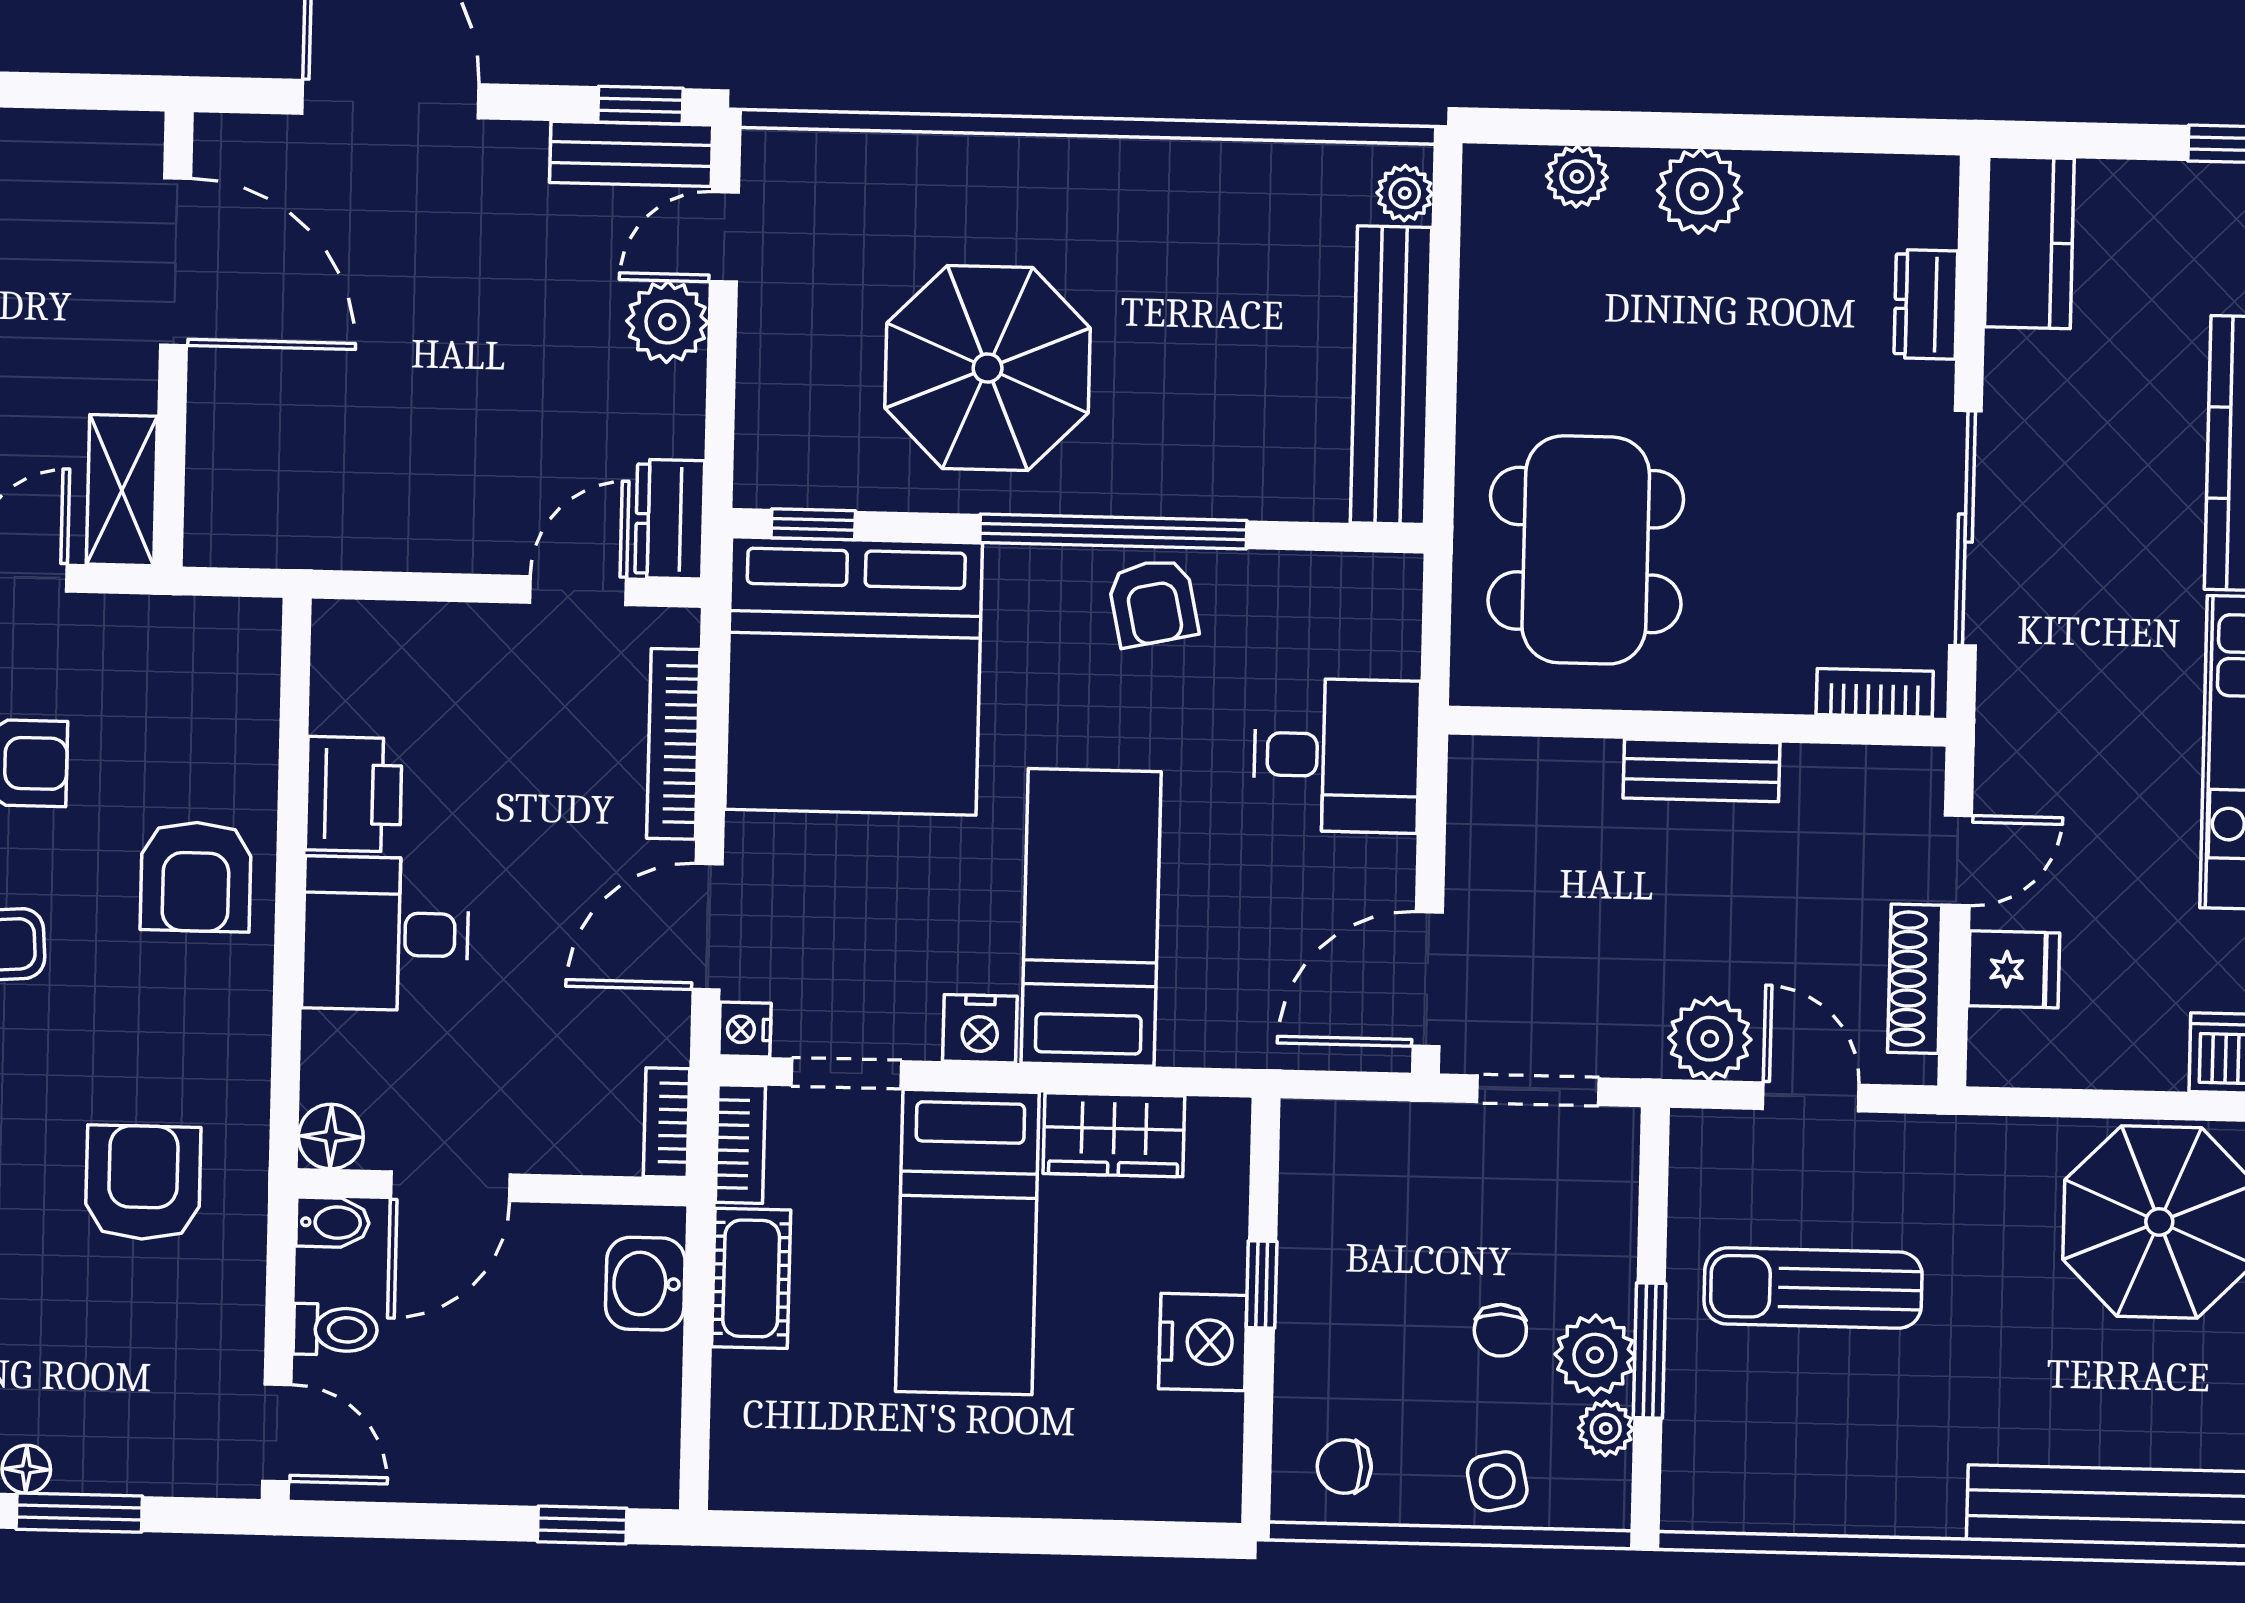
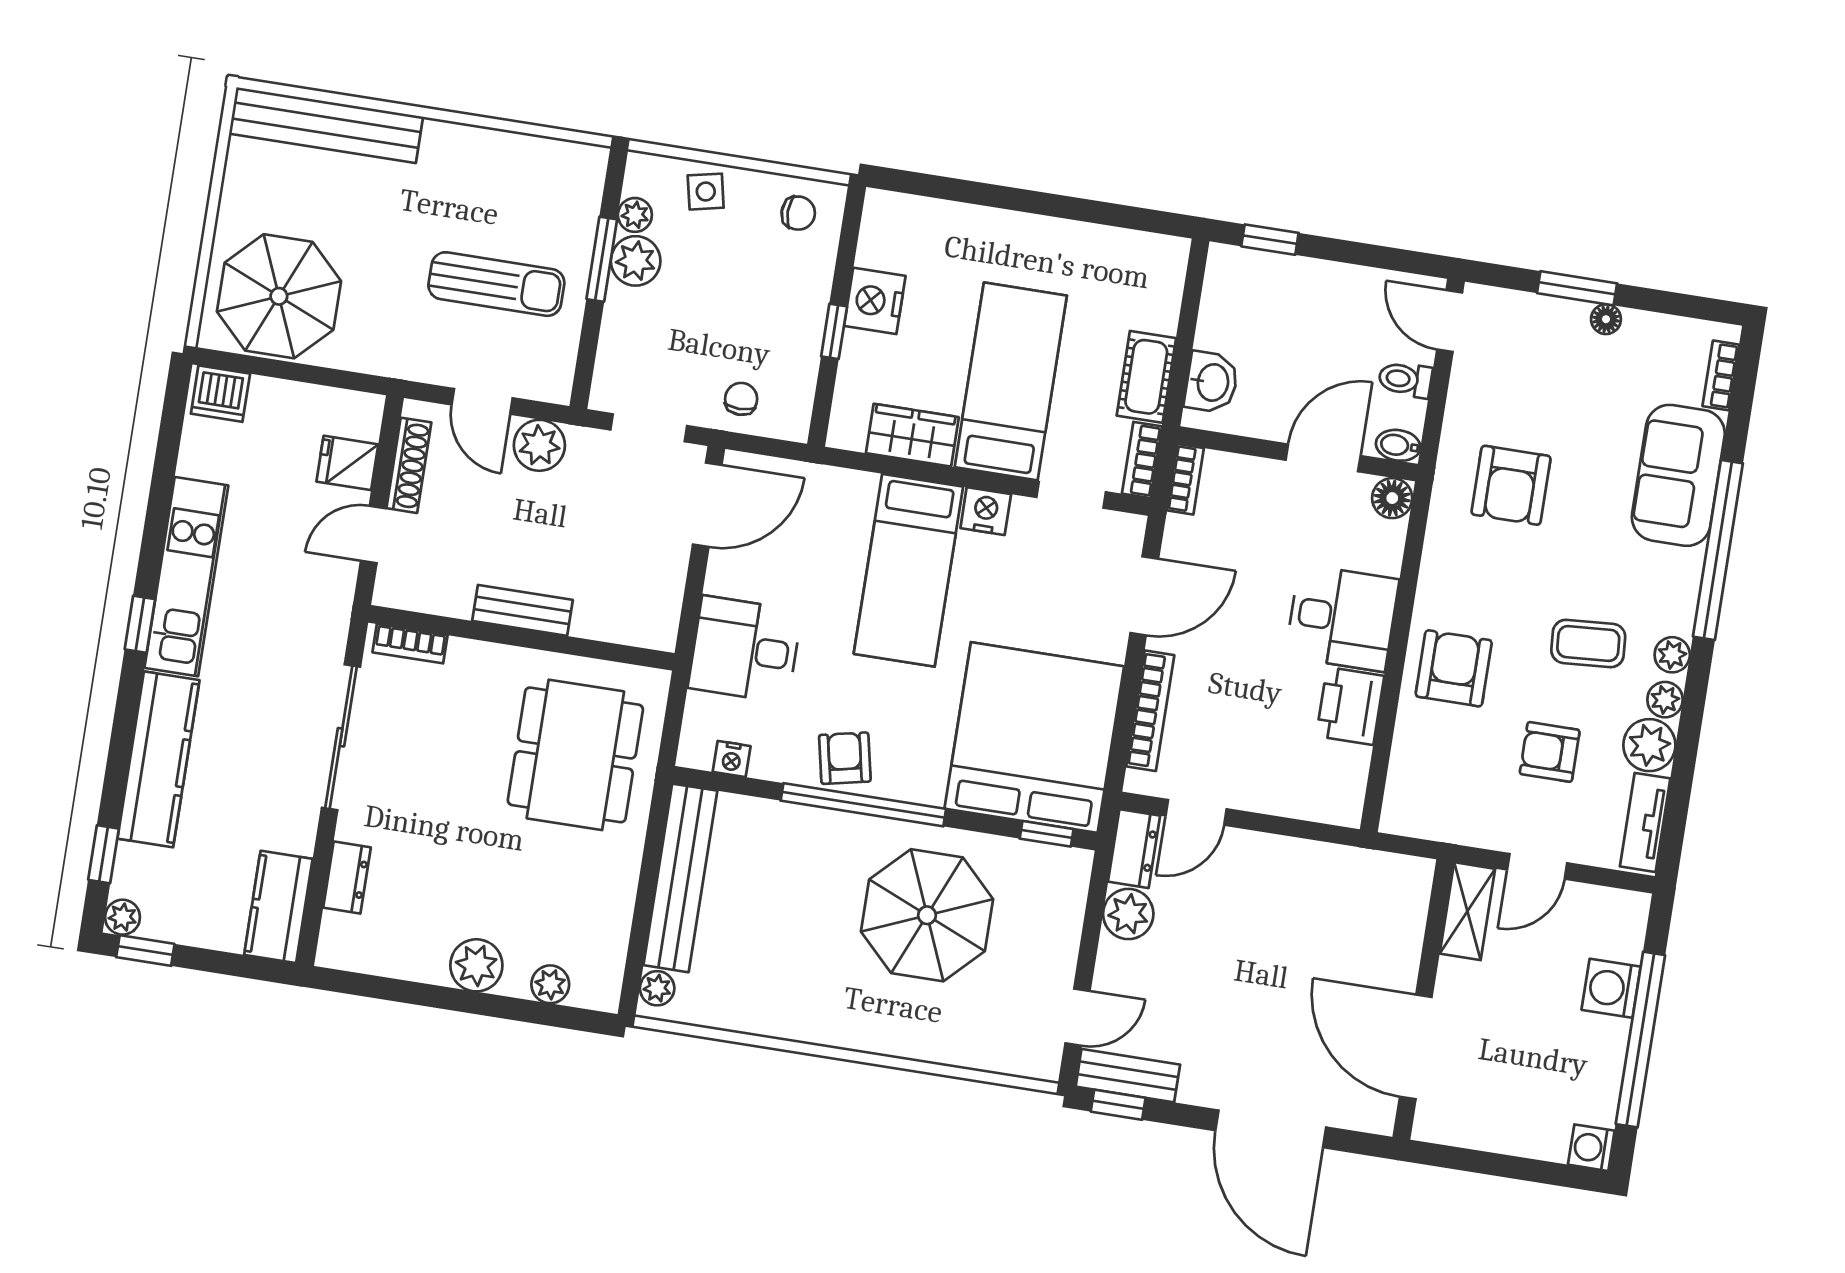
plant: (667, 322) -> (1128, 914), moved
nightstand: (745, 1029) -> (732, 759), moved, turned 90
chair: (1500, 1330) -> (741, 399), moved

